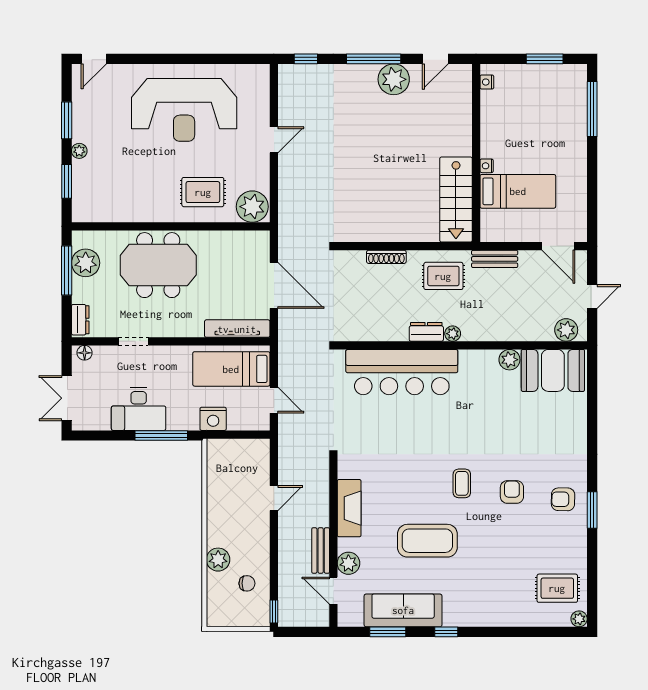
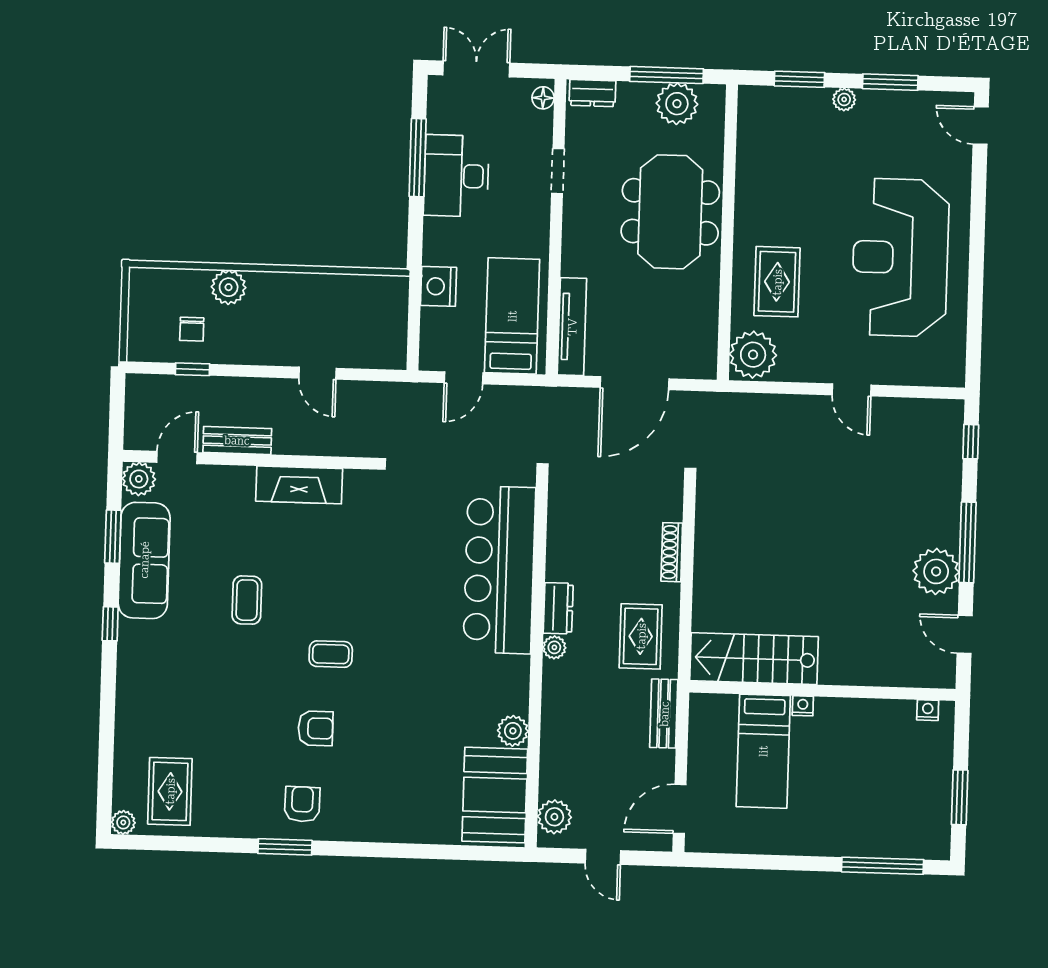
window: (161, 436) -> (418, 158), moved
coffee table: (427, 541) -> (247, 600), width x0.54, depth x0.58
plant: (348, 563) -> (139, 479), moved
window: (274, 611) -> (192, 369), moved

